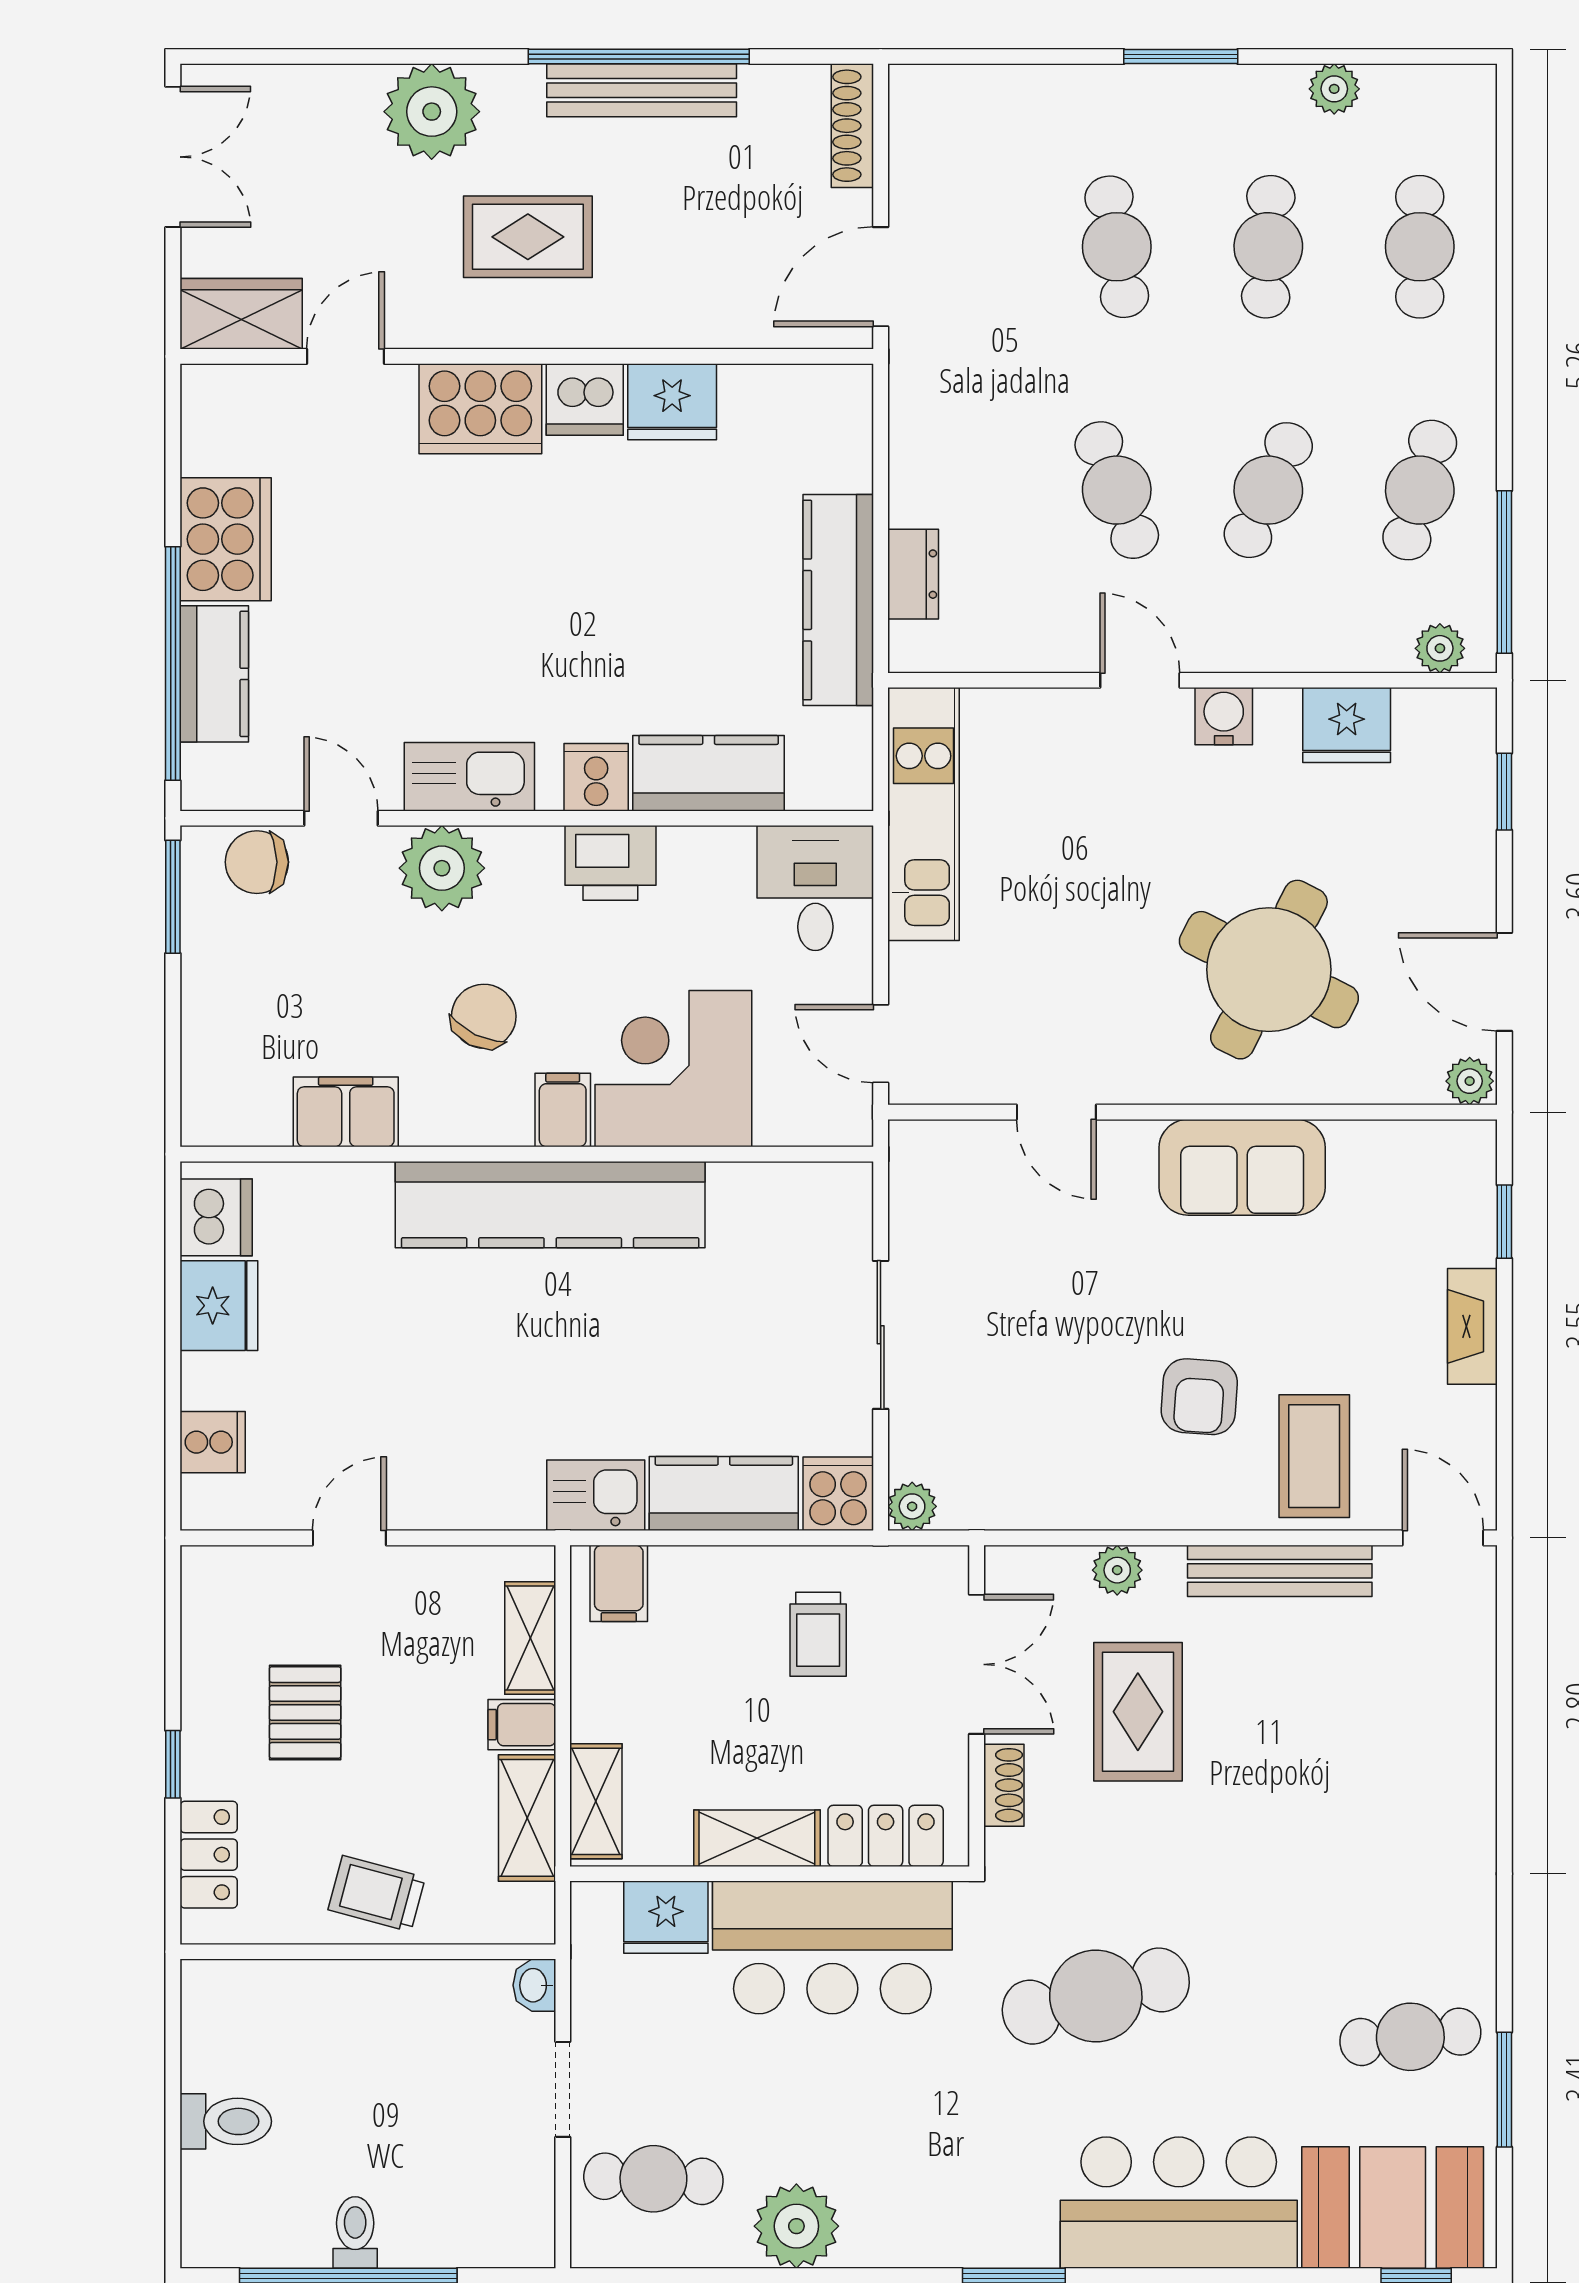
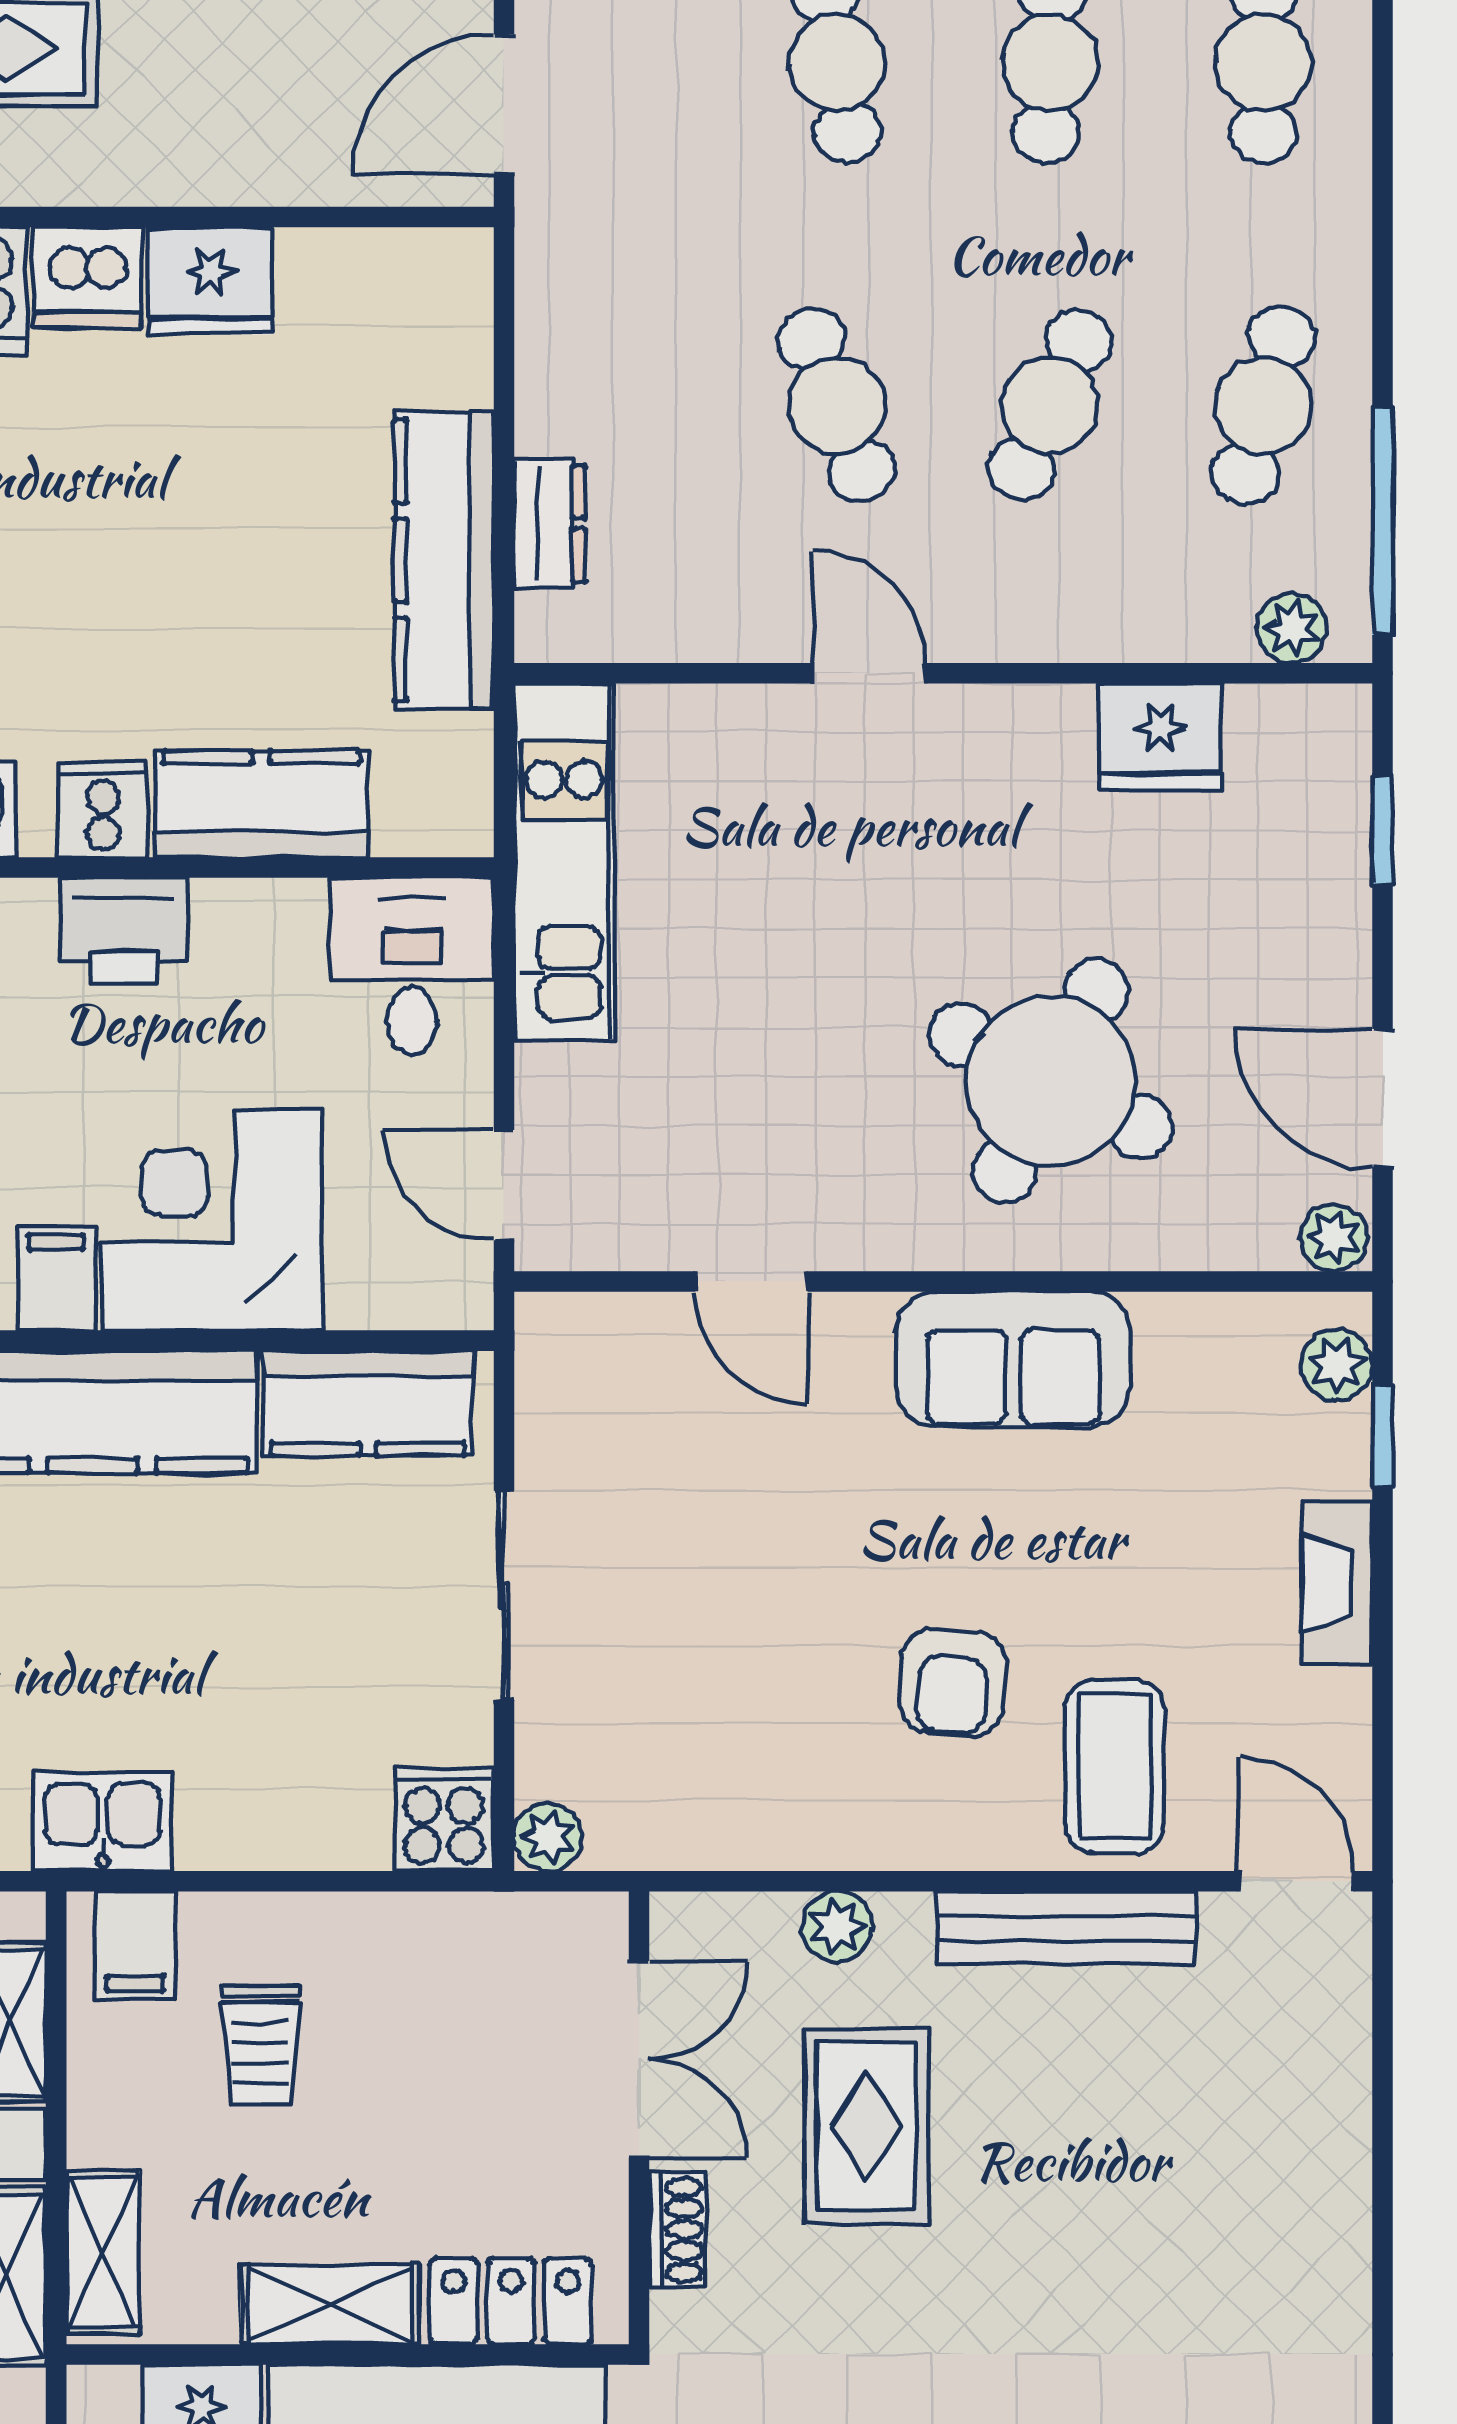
water cooler: (1224, 716) -> (987, 724), removed
plant: (1472, 1171) -> (1337, 1365), added
kitchen counter: (724, 1494) -> (368, 1403), moved, turned 180
trolley: (818, 1634) -> (261, 2045), moved

